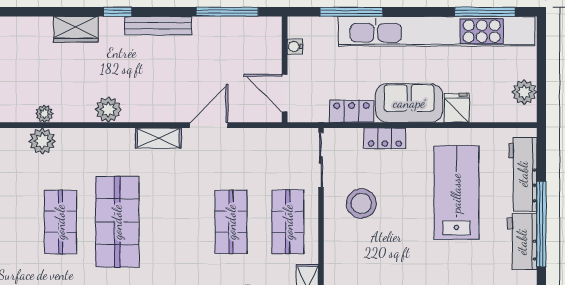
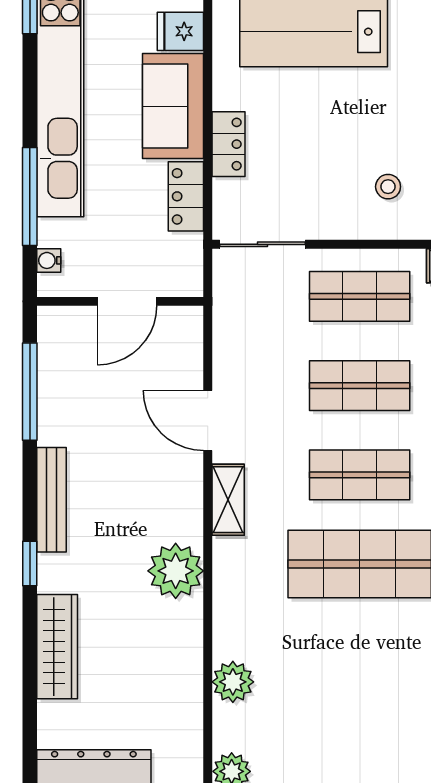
wardrobe: (76, 29) -> (57, 647), width x1.50
water cooler: (295, 46) -> (49, 260), moved, turned 90
door: (285, 93) -> (127, 301), moved
plant: (108, 109) -> (176, 571), width x1.36, depth x1.36
plant: (44, 114) -> (190, 678), removed
stool: (361, 203) -> (388, 187), moved, width x0.53, depth x0.53
shop shelf: (60, 222) -> (360, 475), moved

